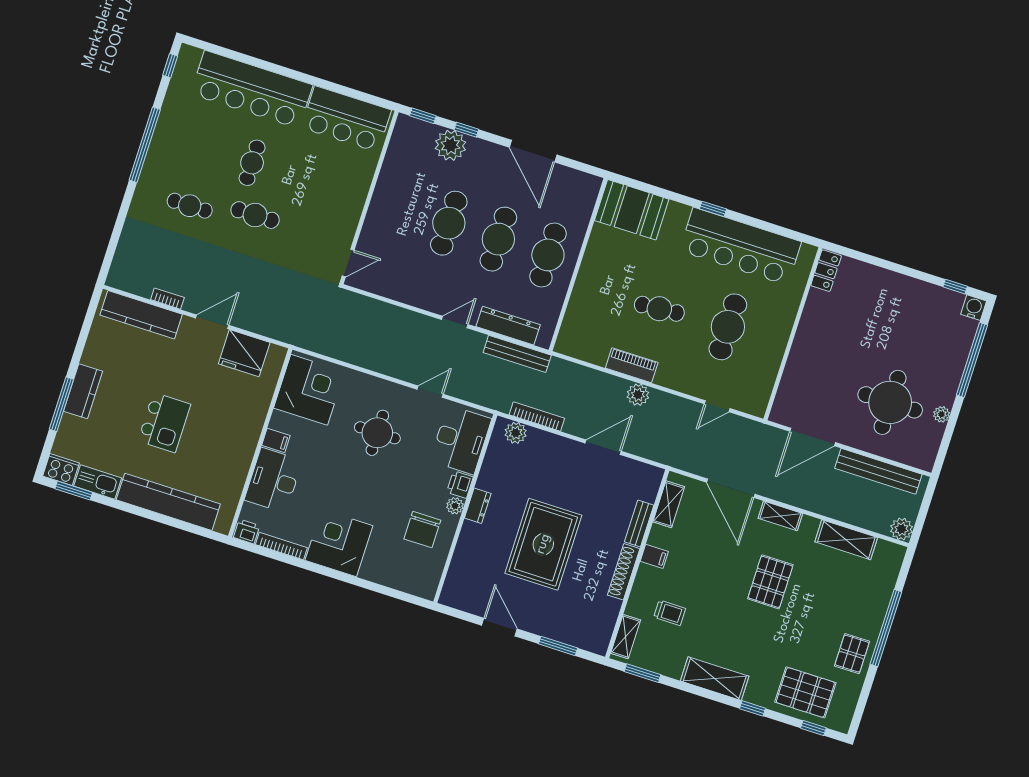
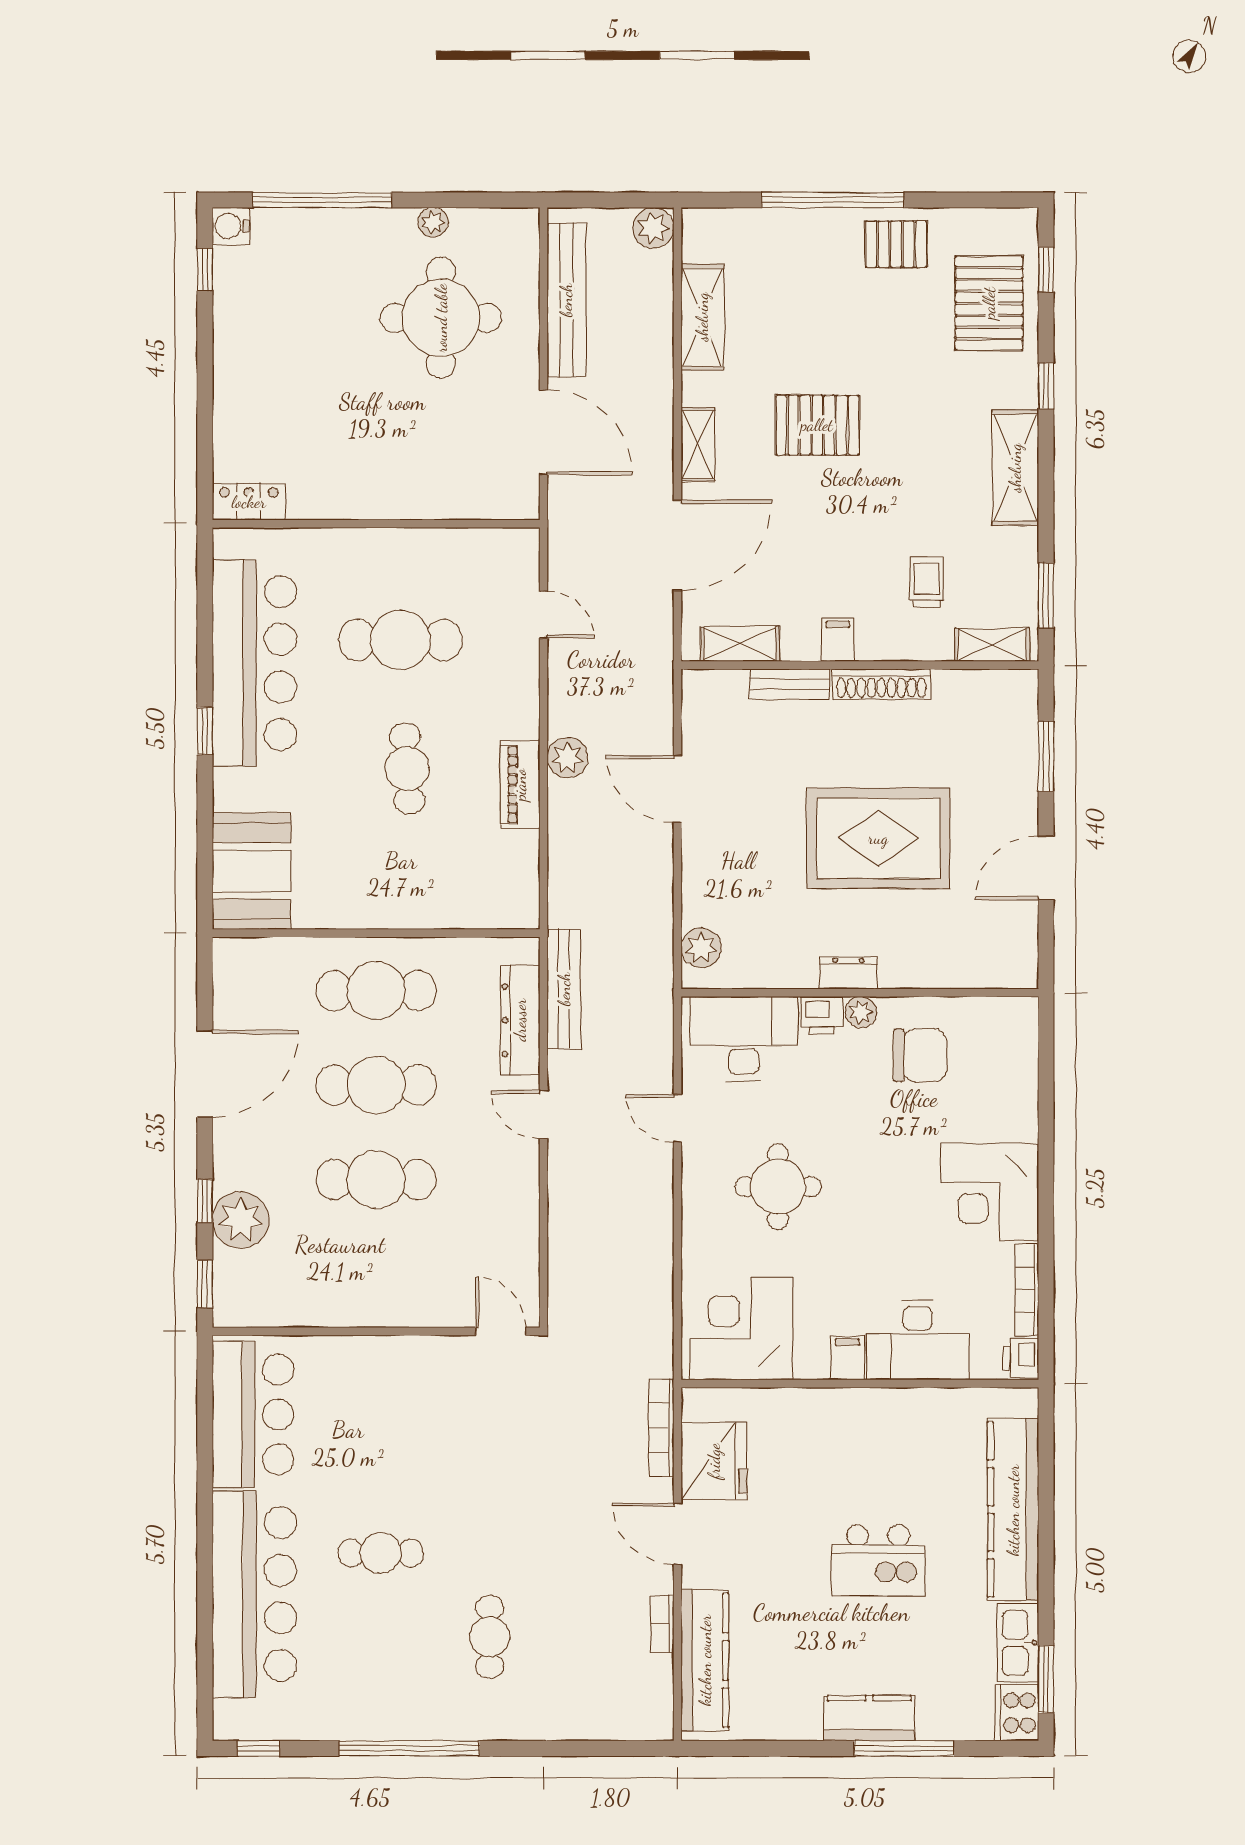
cafe table: (255, 215) -> (469, 1519), removed
bookcase: (537, 417) -> (661, 1428), moved
kitchen island: (164, 422) -> (878, 1561), turned 180

